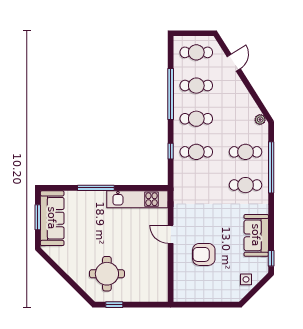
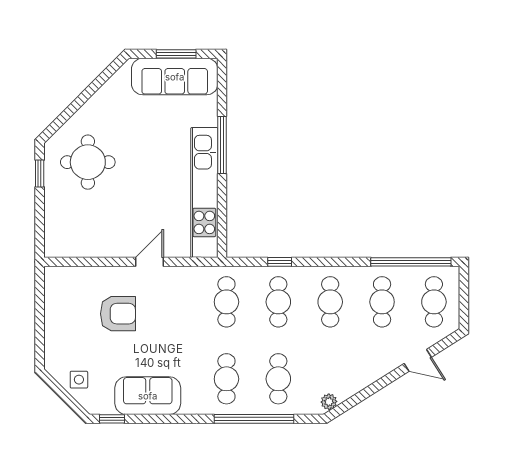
window: (171, 94) -> (411, 262), moved
cafe table: (196, 185) -> (226, 302), added
kitchen unit: (137, 199) -> (204, 192), width x1.36
armchair: (204, 254) -> (118, 314), turned 90

